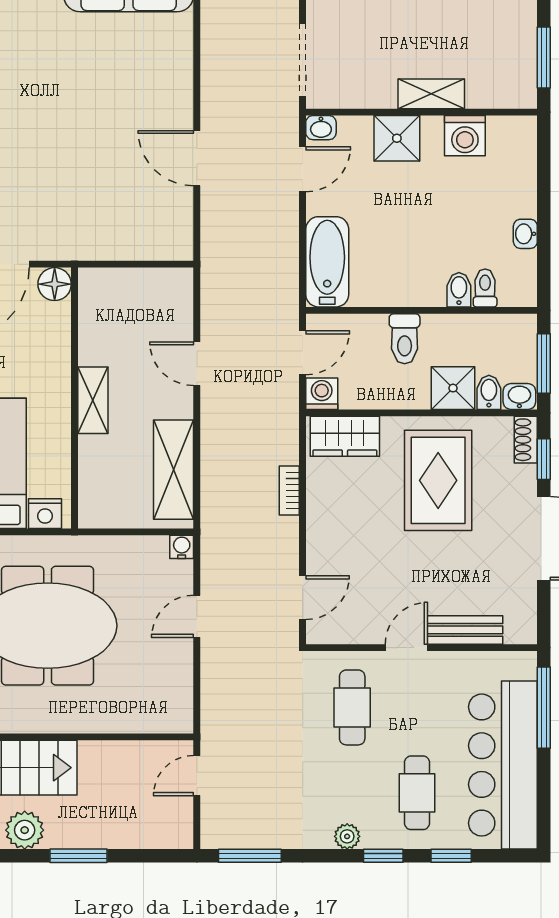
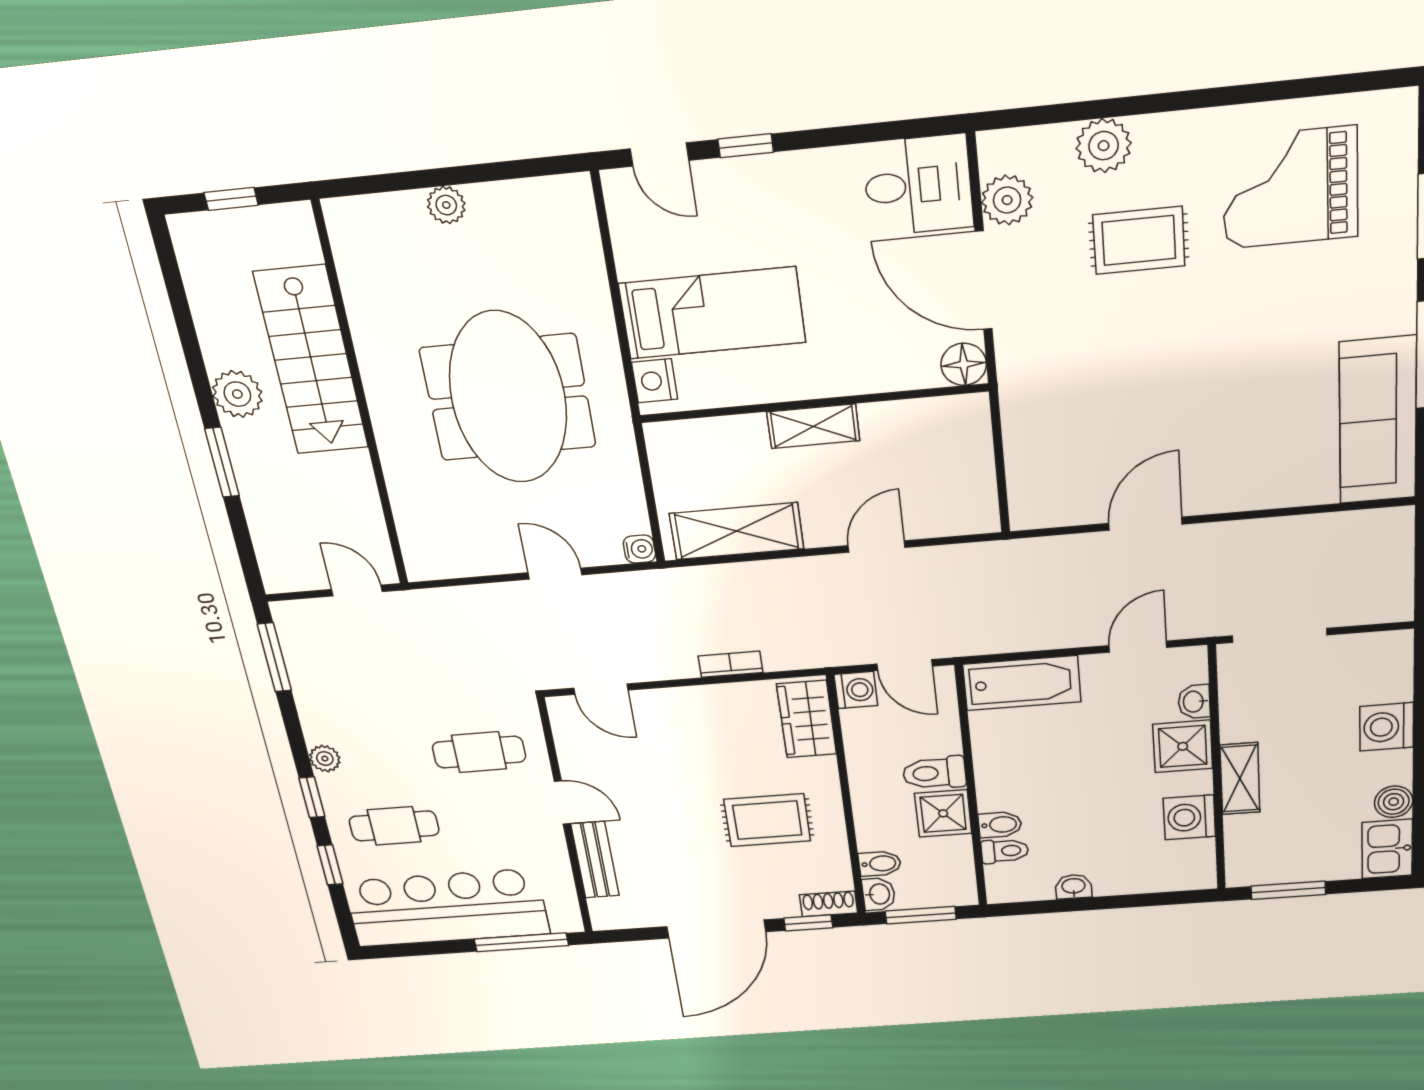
washbasin: (321, 128) -> (1194, 702), moved
door: (303, 169) -> (1138, 647), swing flipped
shower: (453, 388) -> (943, 813), moved
rug: (438, 480) -> (767, 820), width x0.73, depth x0.70

